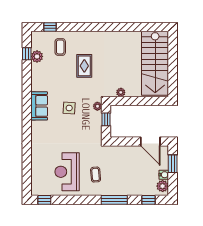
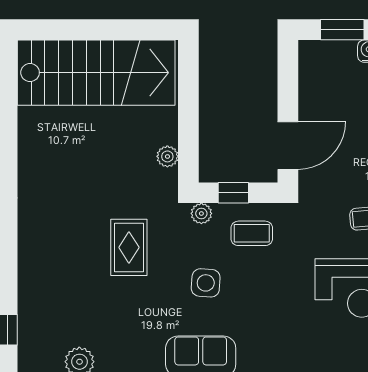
coffee table: (60, 47) -> (252, 233), moved
rug: (84, 66) -> (129, 247), moved, turned 90
door: (150, 142) -> (288, 146), moved

